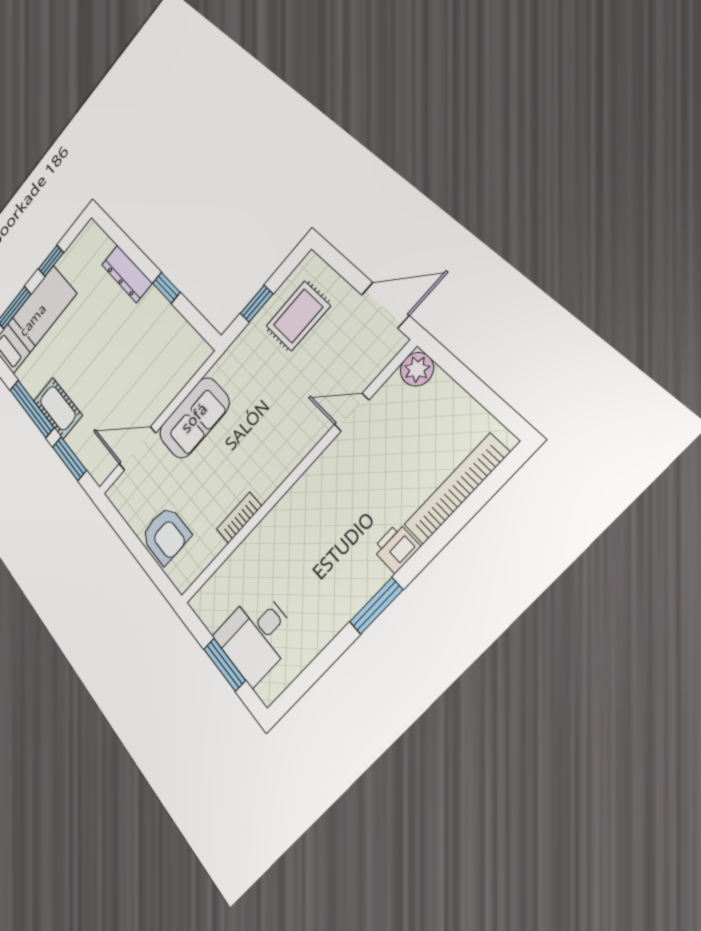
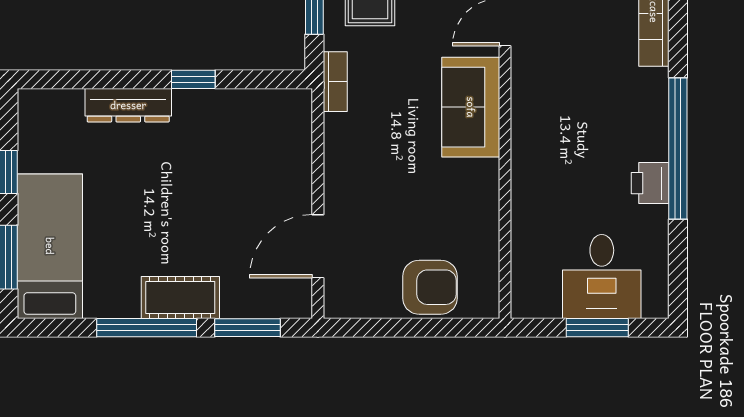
sofa: (194, 418) -> (471, 107), moved, turned 180
bookcase: (239, 518) -> (335, 82), moved, turned 180
printer: (396, 548) -> (650, 183), moved
window: (376, 606) -> (678, 148), width x2.11

